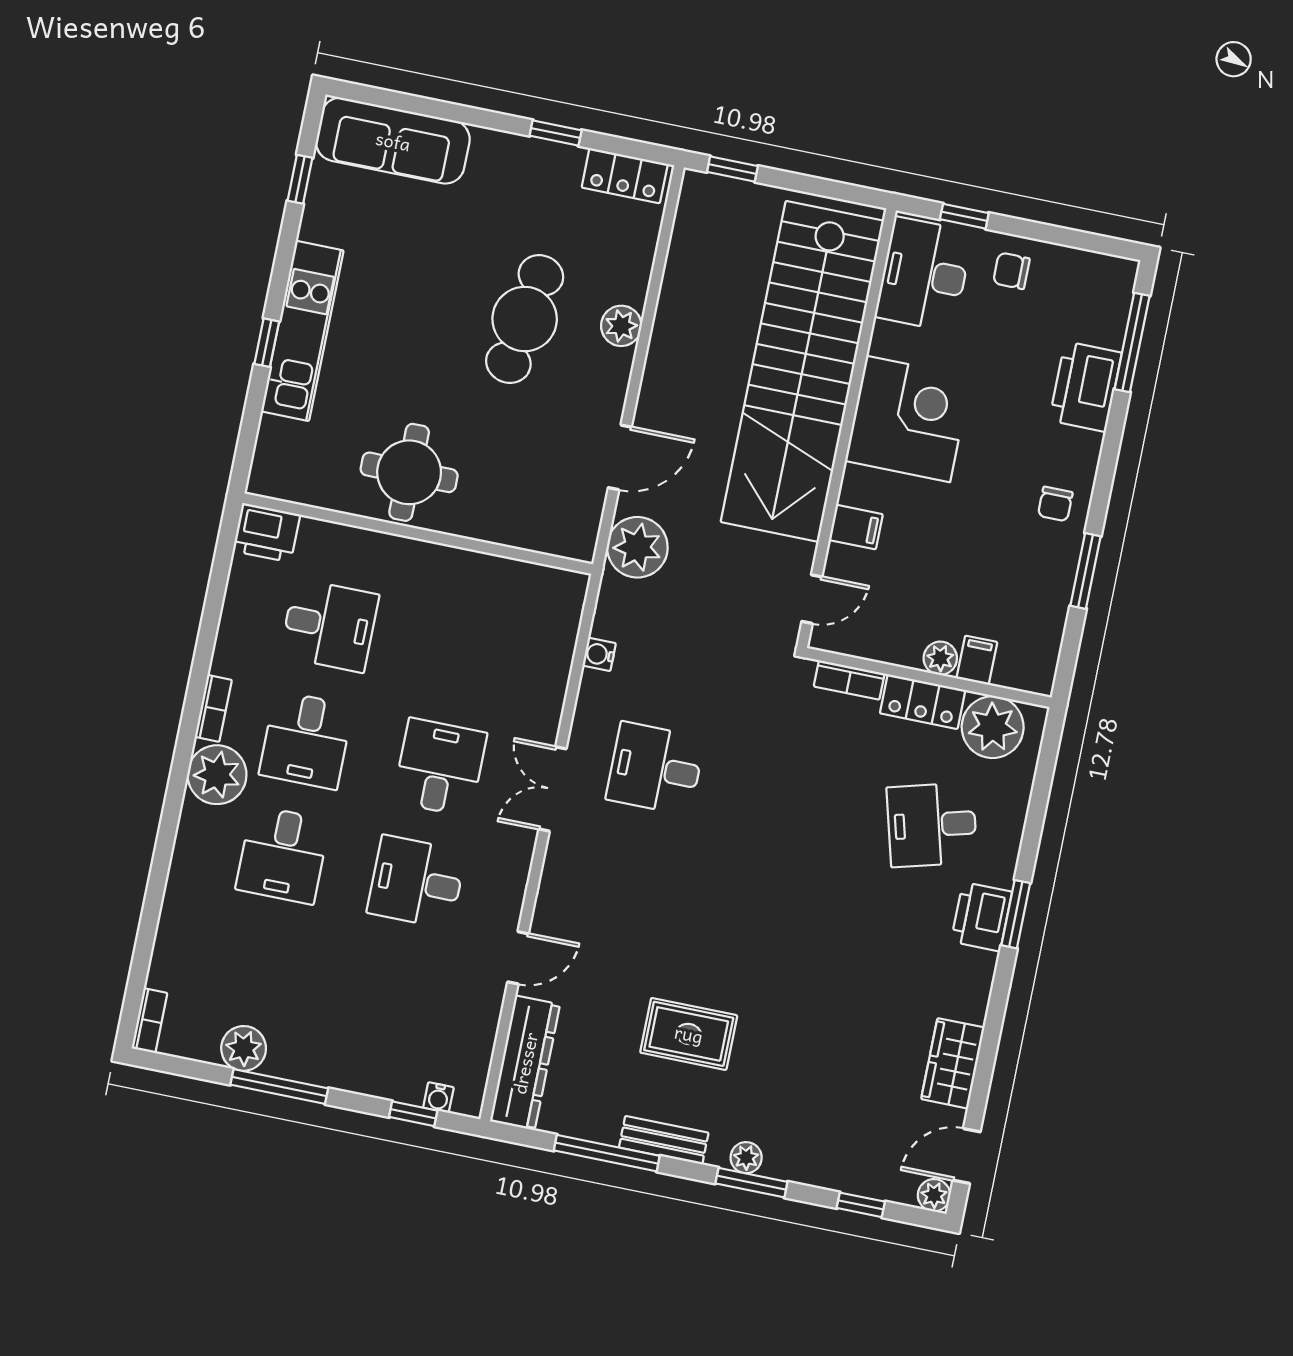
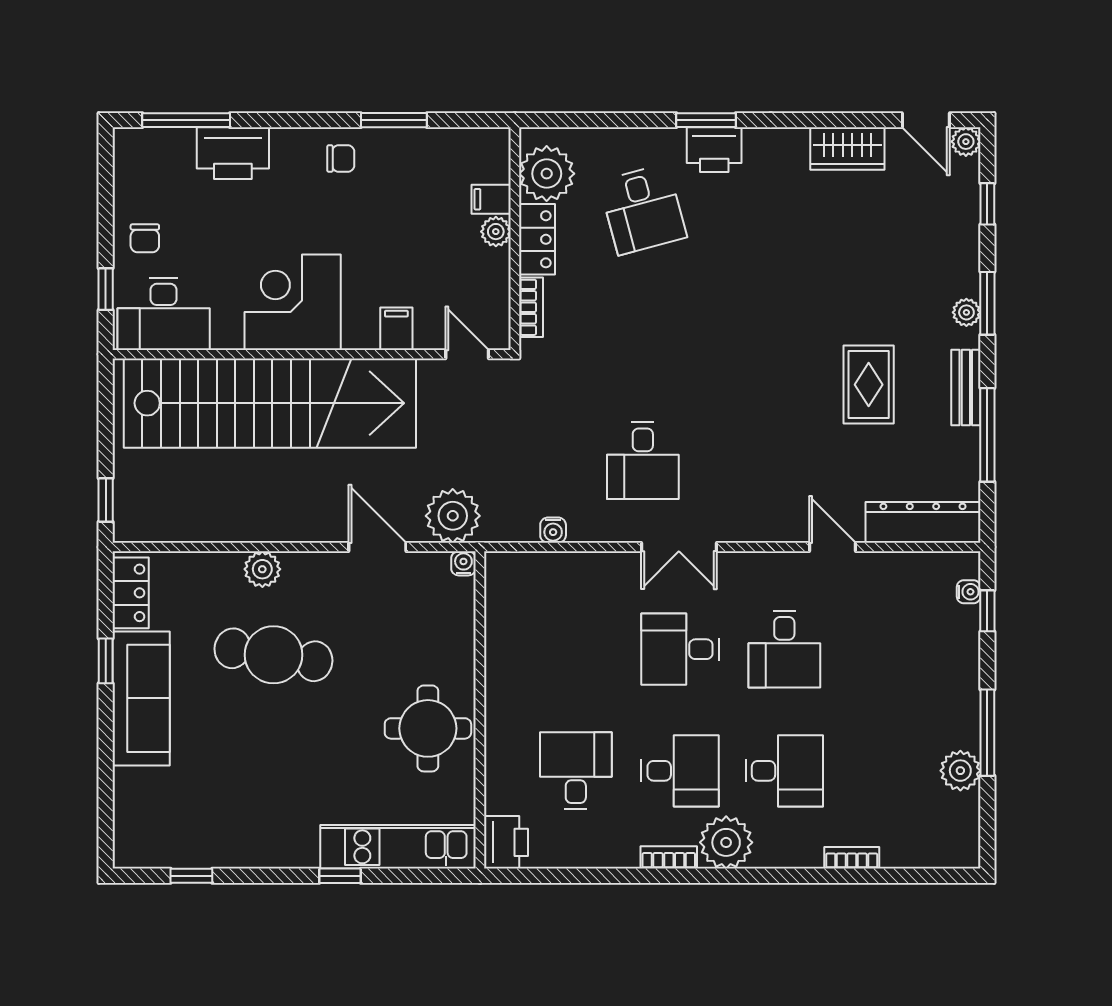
sofa: (393, 141) -> (141, 698), moved
kitchen unit: (302, 331) -> (398, 847), moved
water cooler: (583, 548) -> (463, 563), added
bookcase: (149, 1021) -> (852, 858), moved

